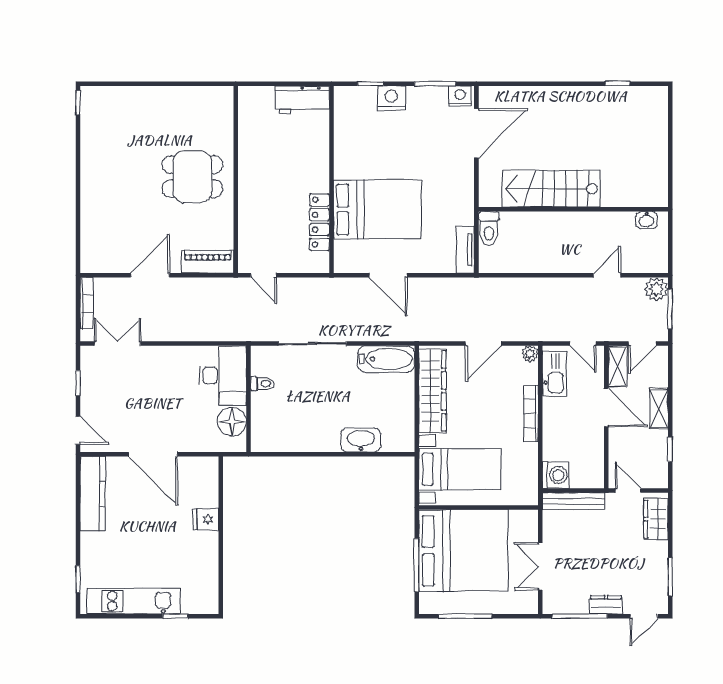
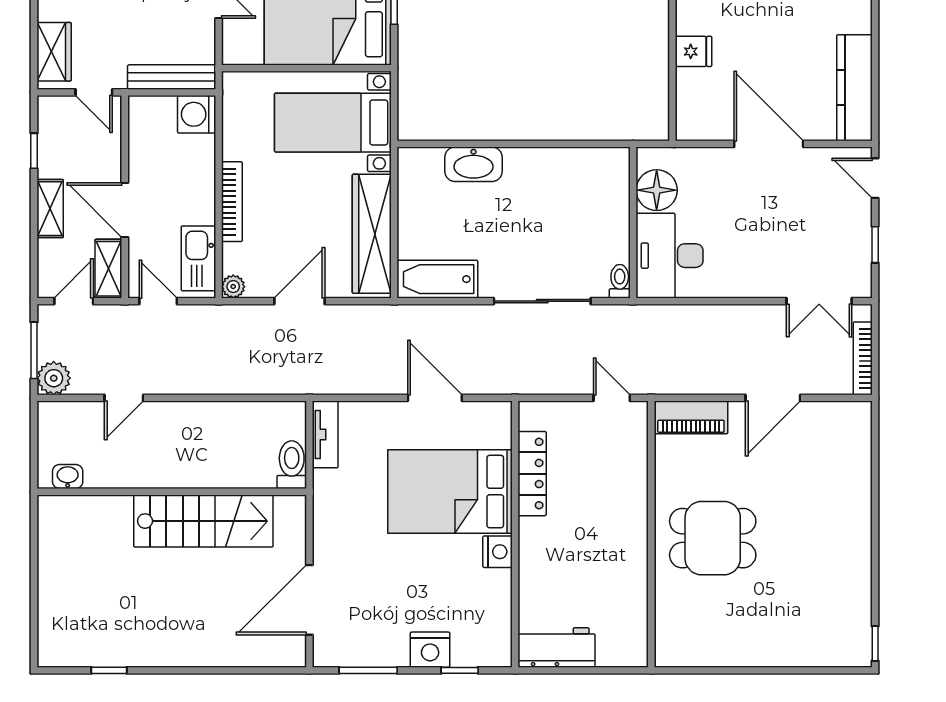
nightstand: (460, 96) -> (498, 552), moved, turned -90
toilet: (262, 384) -> (620, 281), moved, turned 90

